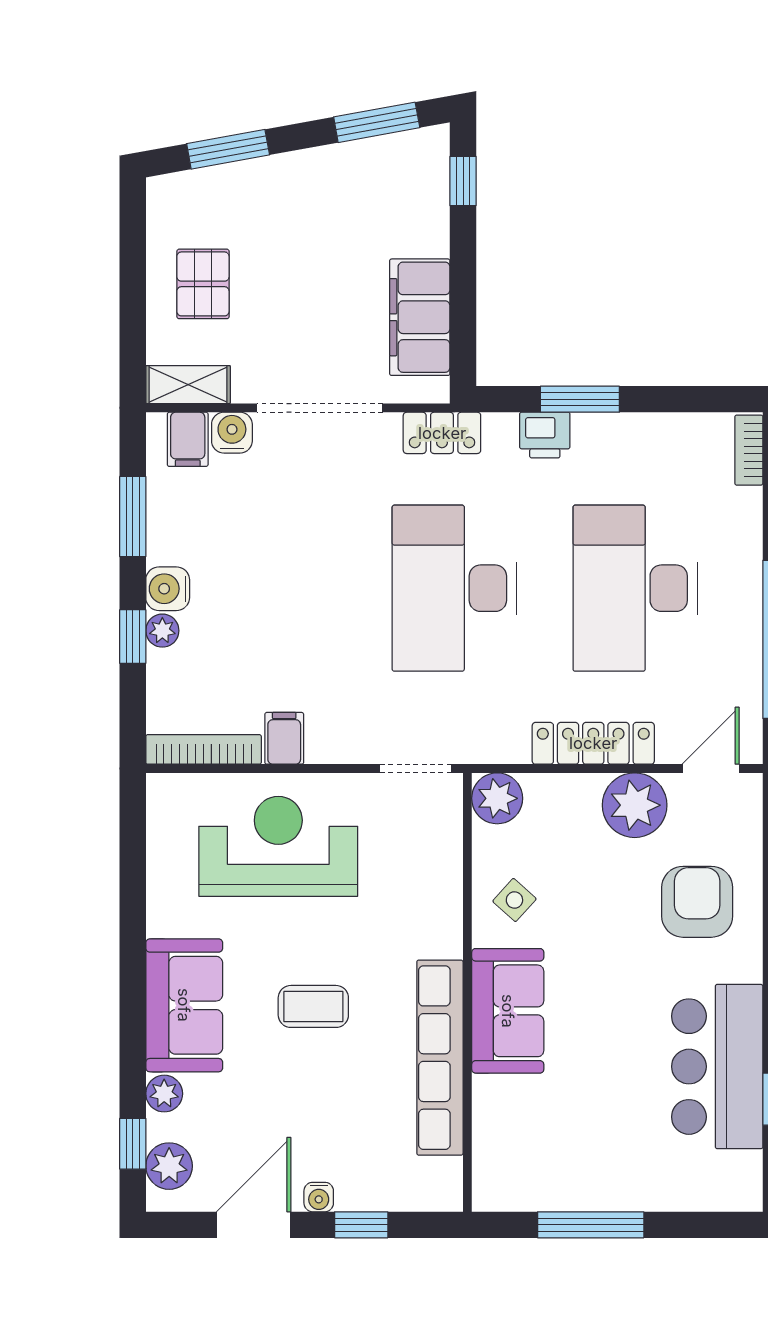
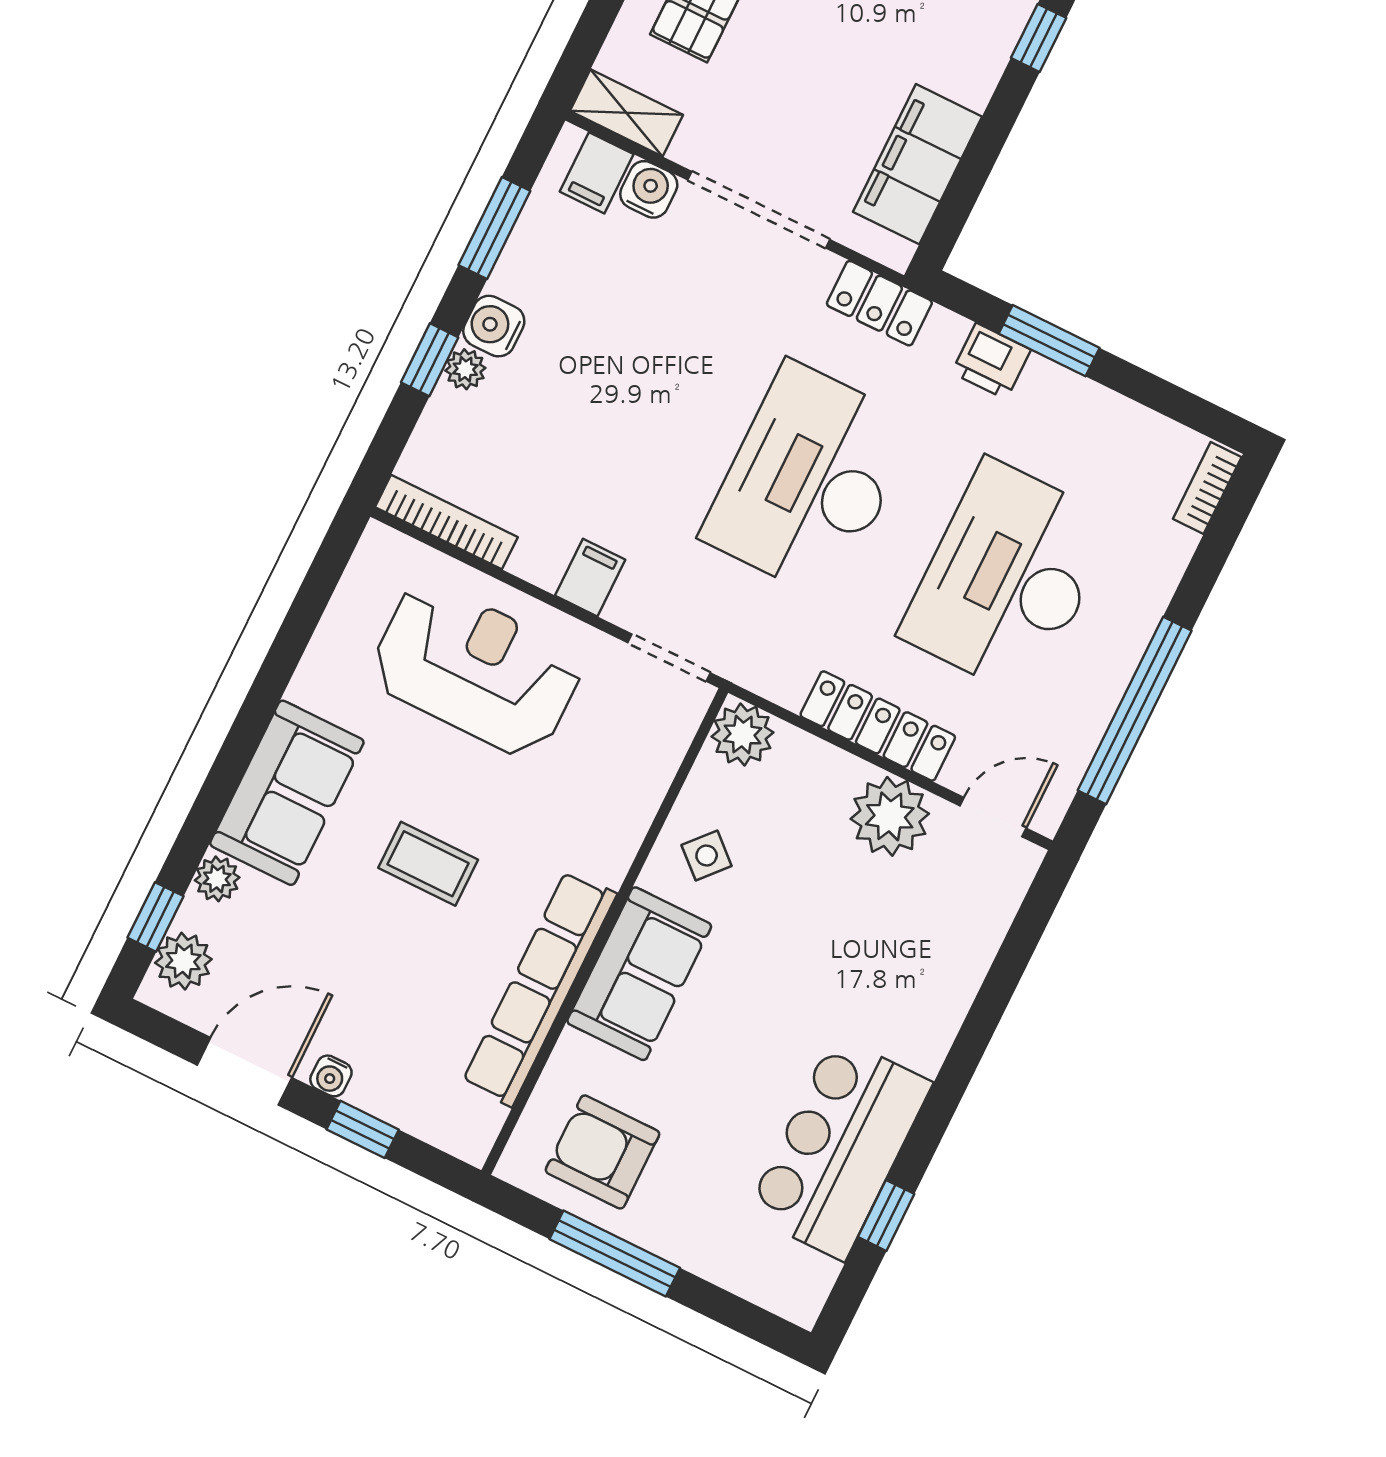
filing cabinet: (284, 738) -> (590, 578), moved
armchair: (697, 902) -> (603, 1152), moved, turned -90

